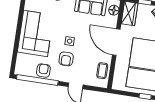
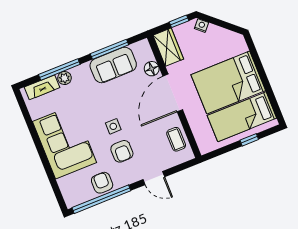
floor lamp: (114, 10) -> (152, 69), moved
door: (116, 42) -> (173, 93), hinge flipped

